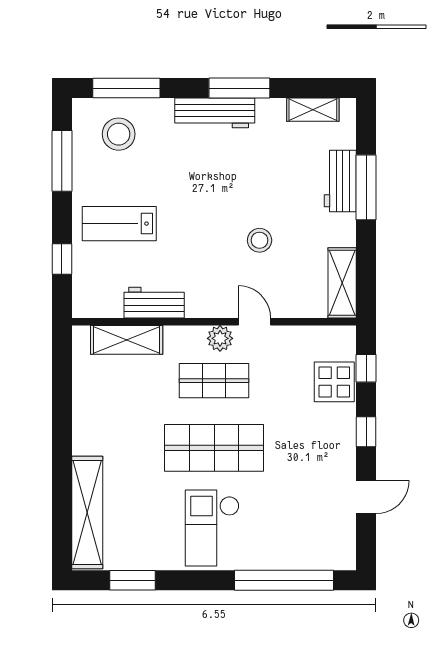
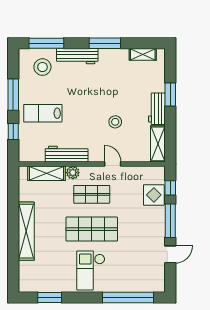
workbench: (215, 113) -> (77, 56), moved
window: (62, 161) -> (13, 95), moved
workbench: (340, 181) -> (157, 109), moved
window: (366, 187) -> (170, 95), width x0.69
workbench: (154, 303) -> (67, 154), width x1.38
plant: (220, 338) -> (73, 173), moved
window: (366, 432) -> (170, 221), width x2.17
shelving: (87, 513) -> (26, 231), moved

